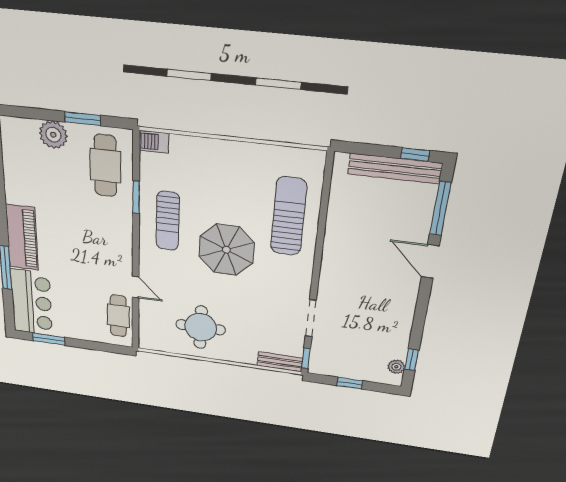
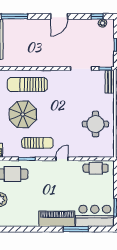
parasol: (226, 250) -> (23, 114), moved
door: (430, 261) -> (59, 16), moved
door: (136, 287) -> (62, 159), moved

